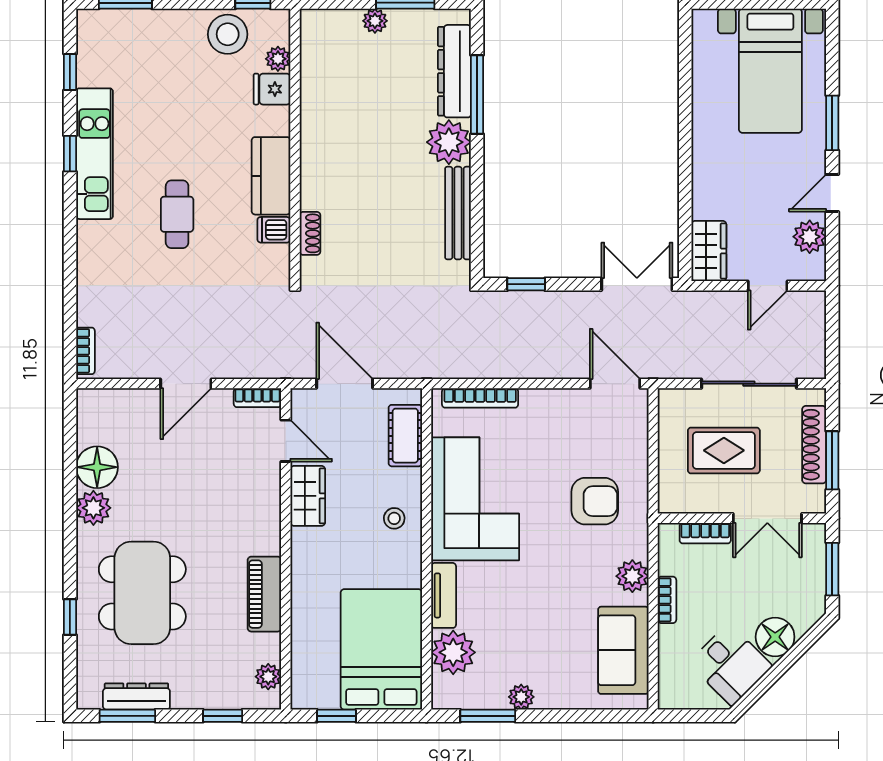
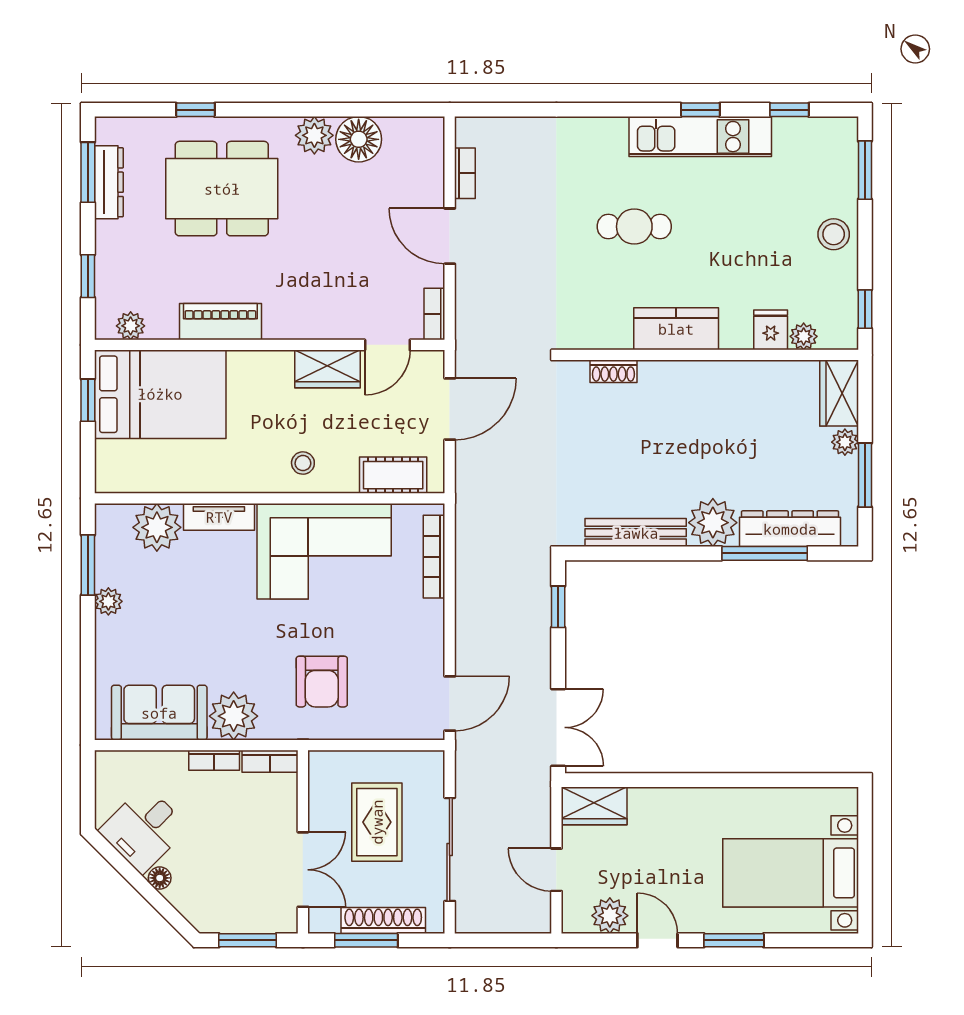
wardrobe: (330, 26) -> (839, 393), added
stool: (228, 34) -> (834, 234), moved, width x0.73, depth x0.73
dishwasher: (274, 230) -> (617, 332), removed
bookcase: (85, 351) -> (465, 173), moved, turned -90
double door: (767, 518) -> (303, 870), swing flipped
bookcase: (705, 533) -> (270, 761), moved, turned -90
plant: (632, 576) -> (234, 716), width x1.36, depth x1.36
floor lamp: (775, 637) -> (160, 878), width x0.53, depth x0.53
bed: (381, 649) -> (160, 394), moved

